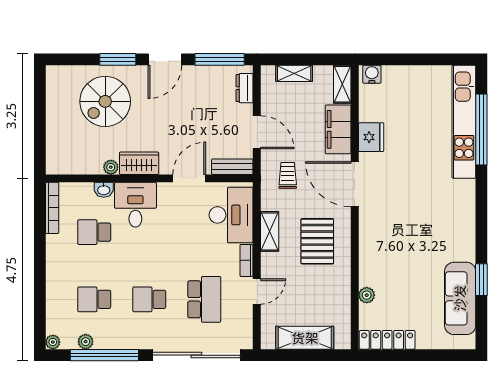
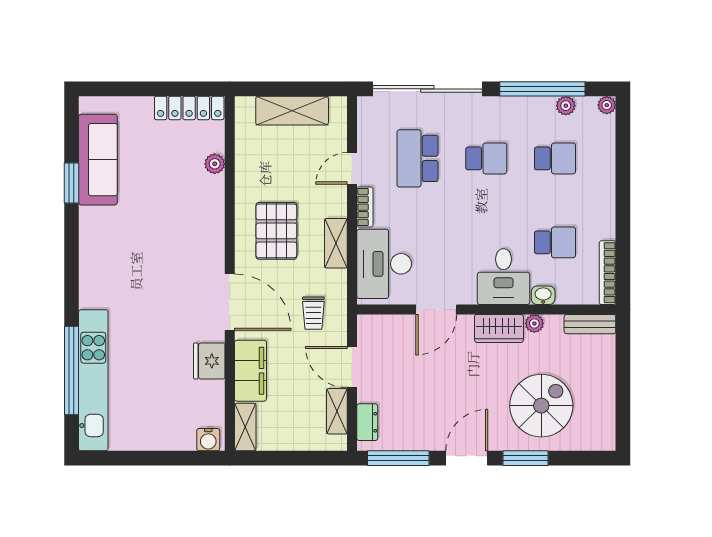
shelving: (294, 73) -> (337, 411), moved, turned 90
bench: (232, 167) -> (590, 324), moved

